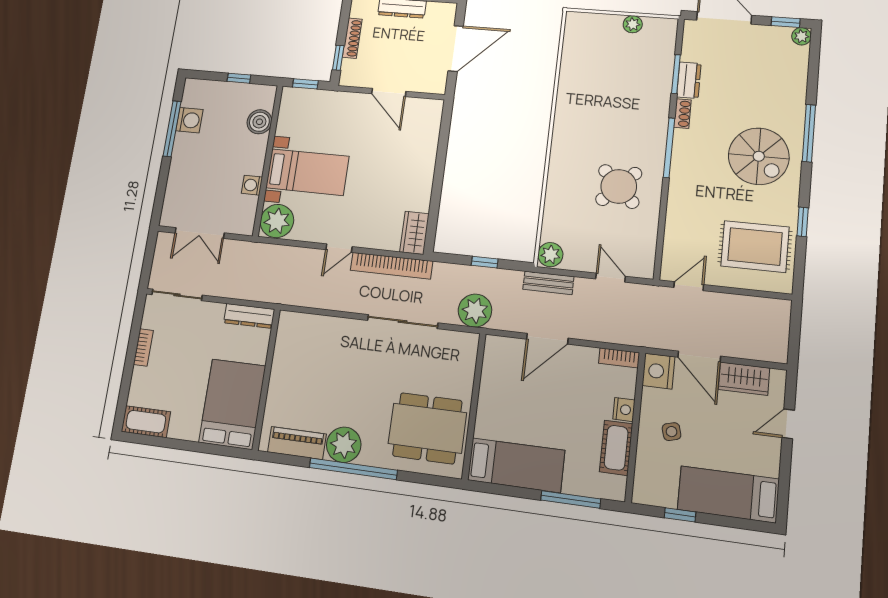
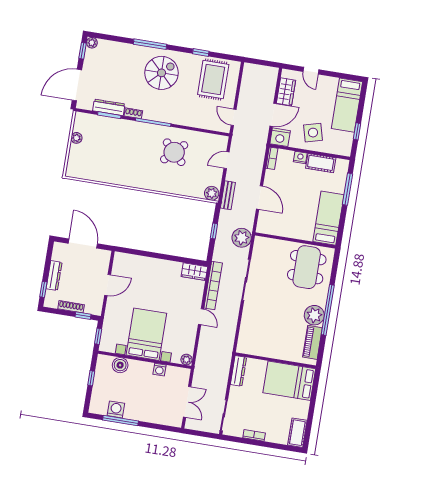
dresser: (689, 80) -> (109, 107), width x1.44
bed with nightstands: (307, 172) -> (146, 334), width x1.36
plant: (277, 221) -> (186, 360), width x0.53, depth x0.53
side table: (672, 432) -> (313, 133), width x1.87, depth x1.87

